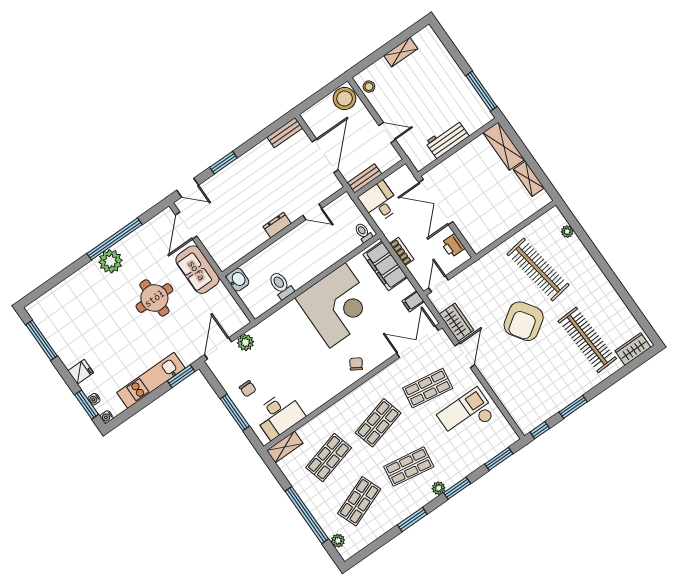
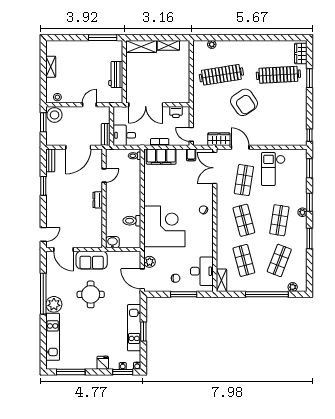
window: (326, 91) -> (43, 122), added
door: (325, 156) -> (78, 147), swing flipped
window: (223, 163) -> (43, 186), moved
kitchen unit: (69, 288) -> (53, 337), added
corner desk: (338, 305) -> (164, 226), moved
window: (181, 376) -> (143, 331), moved
window: (573, 407) -> (310, 78), moved
shop shelf: (359, 501) -> (279, 260), turned 42

